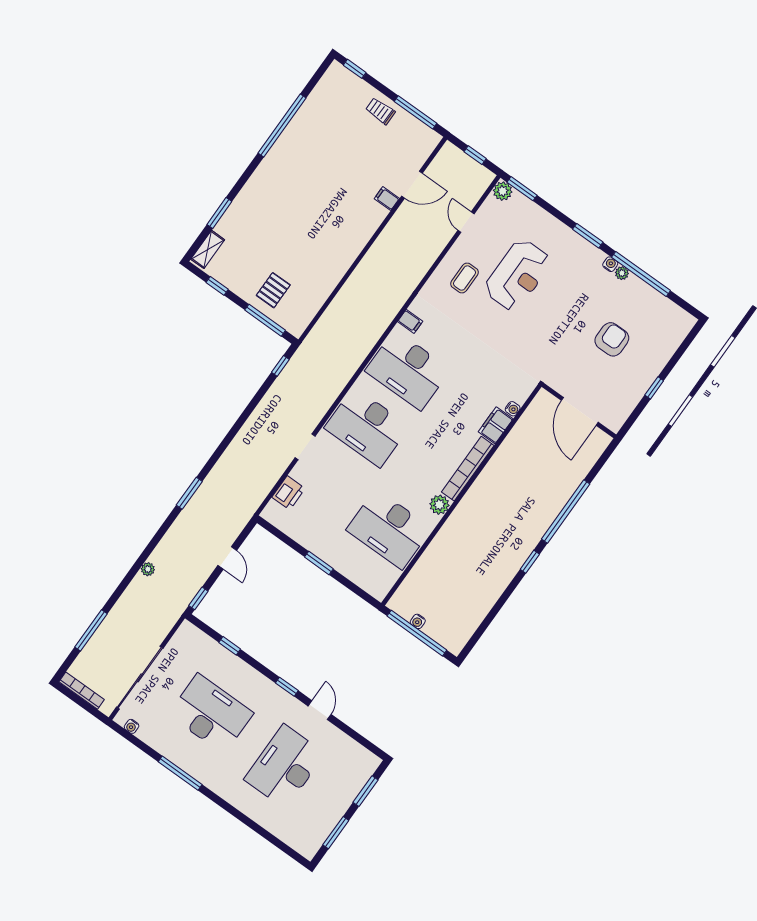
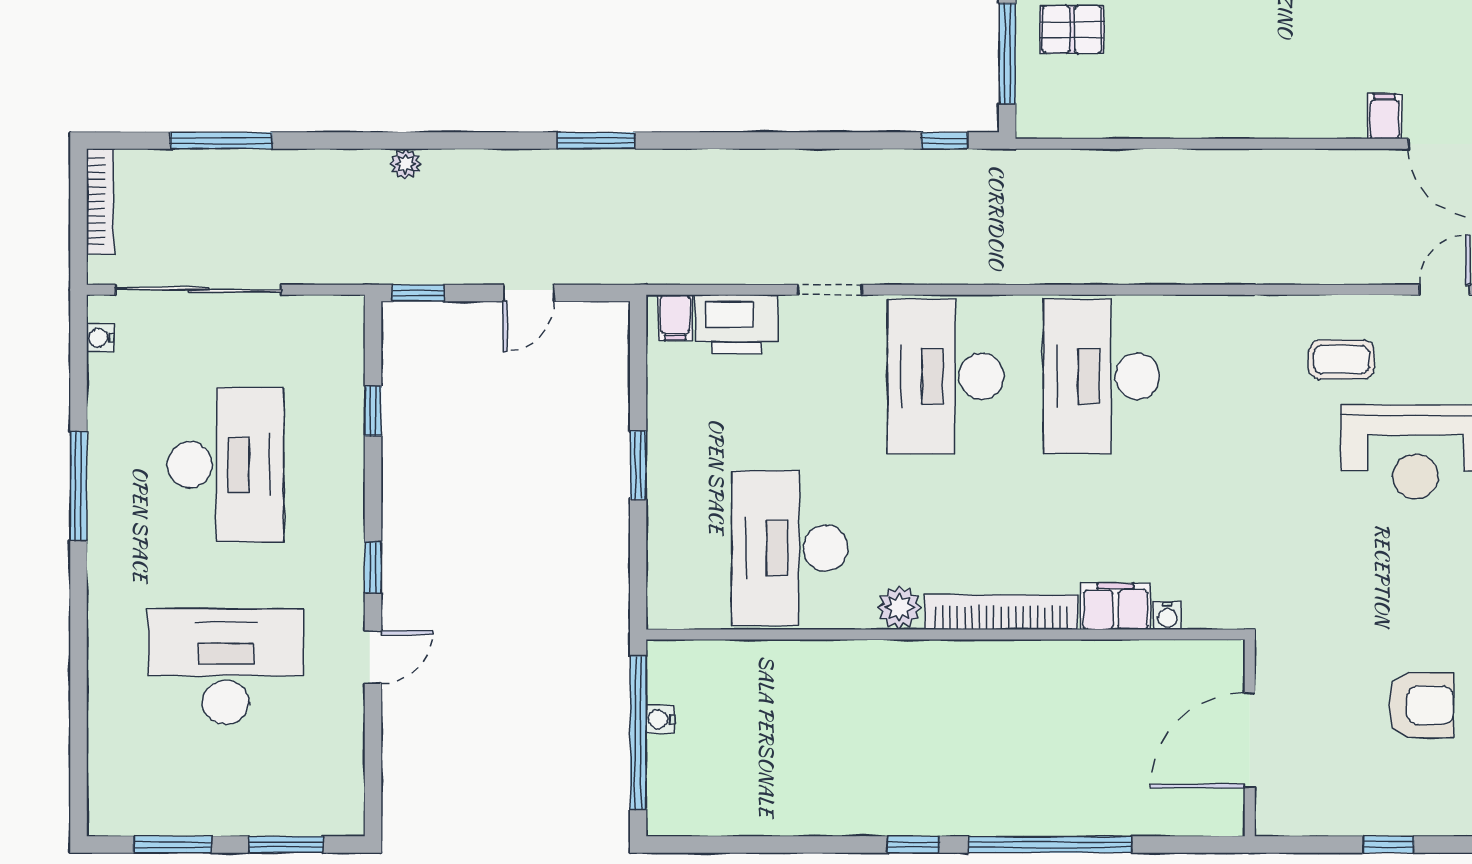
filing cabinet: (410, 321) -> (675, 317), moved
printer: (288, 493) -> (737, 324), width x1.37, depth x1.19

